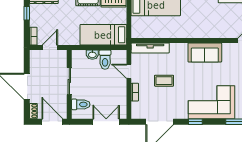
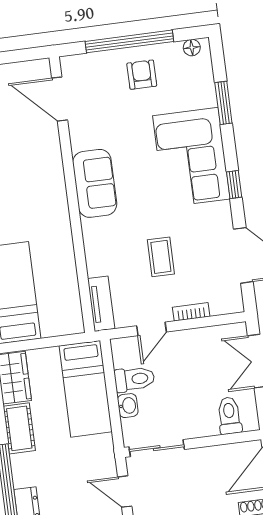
tv unit: (150, 48) -> (101, 304), width x0.71
sliding door: (69, 81) -> (157, 448), moved

